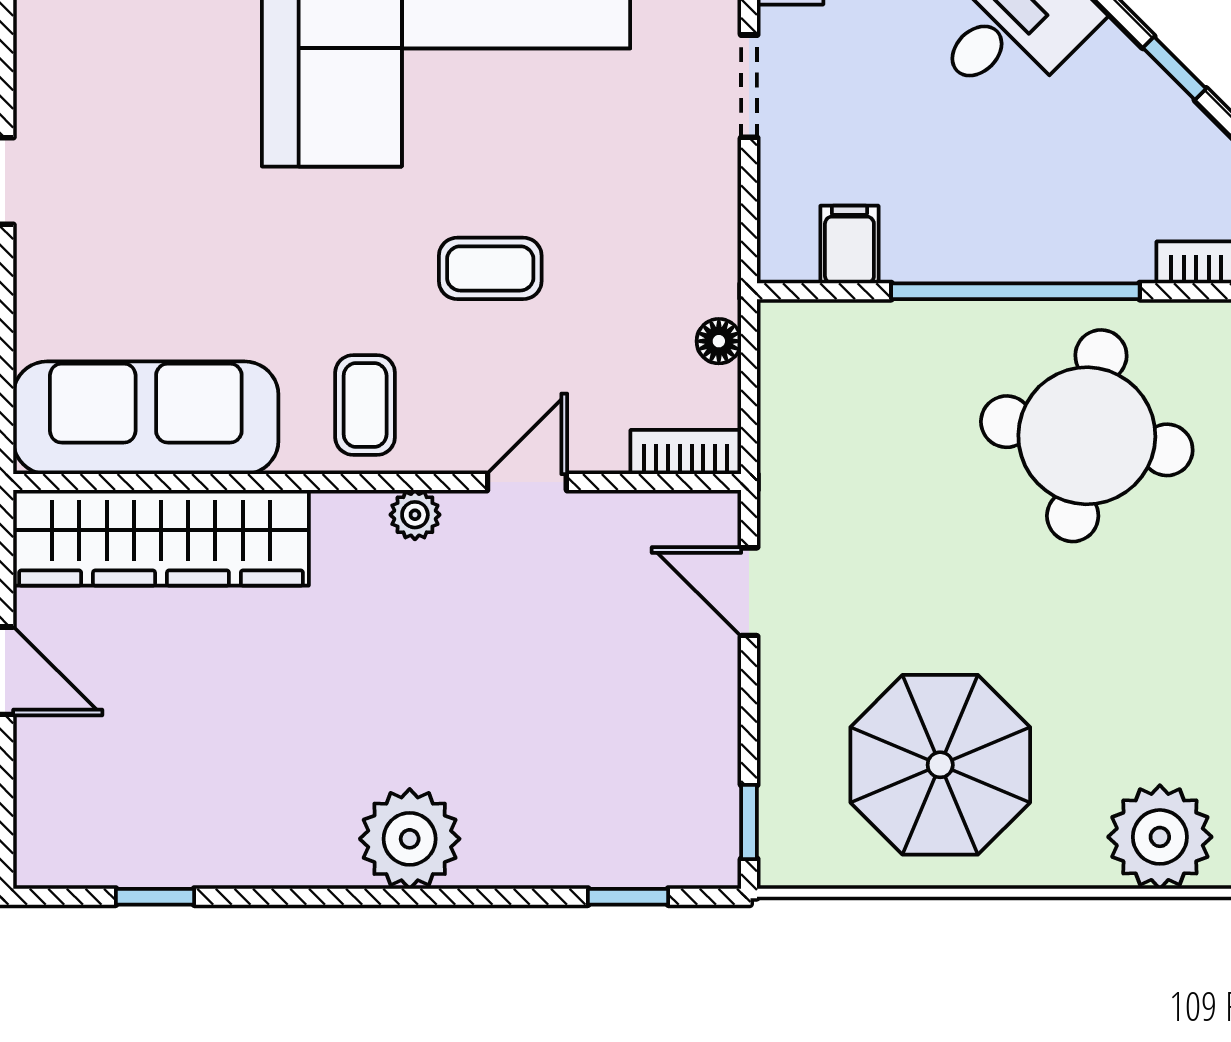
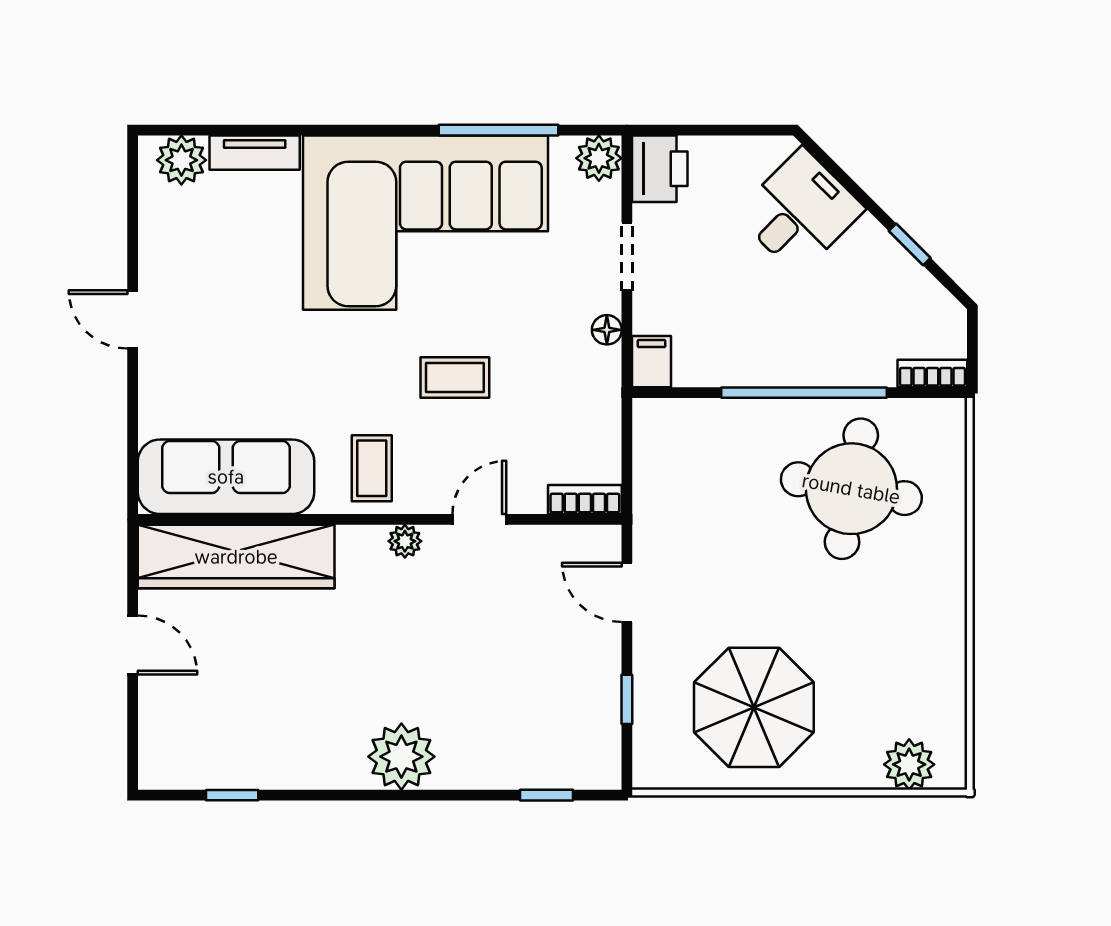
filing cabinet: (849, 244) -> (652, 362), moved
floor lamp: (719, 341) -> (607, 330), moved
window: (749, 822) -> (627, 699), moved
plant: (1160, 837) -> (909, 764), width x0.73, depth x0.73

